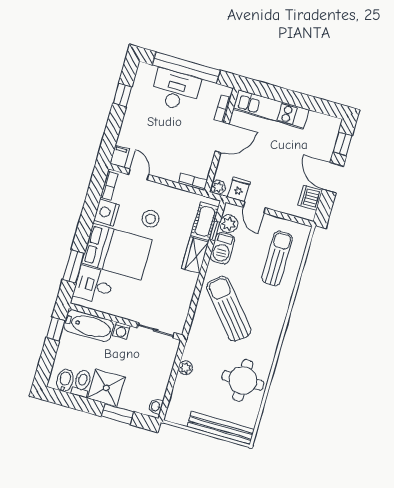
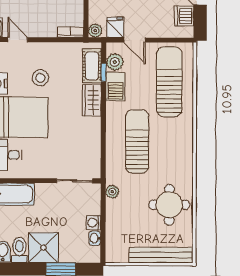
sun lounger: (277, 259) -> (169, 82), width x1.36, depth x1.34
sun lounger: (229, 309) -> (137, 141), turned 40
washing machine: (121, 331) -> (94, 223), moved, turned 90
plant: (185, 368) -> (112, 192), moved
washbasin: (156, 406) -> (95, 238), moved

